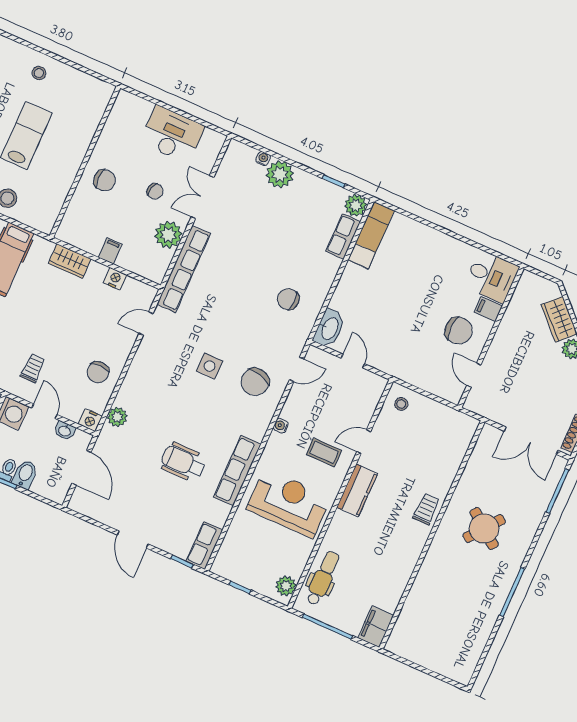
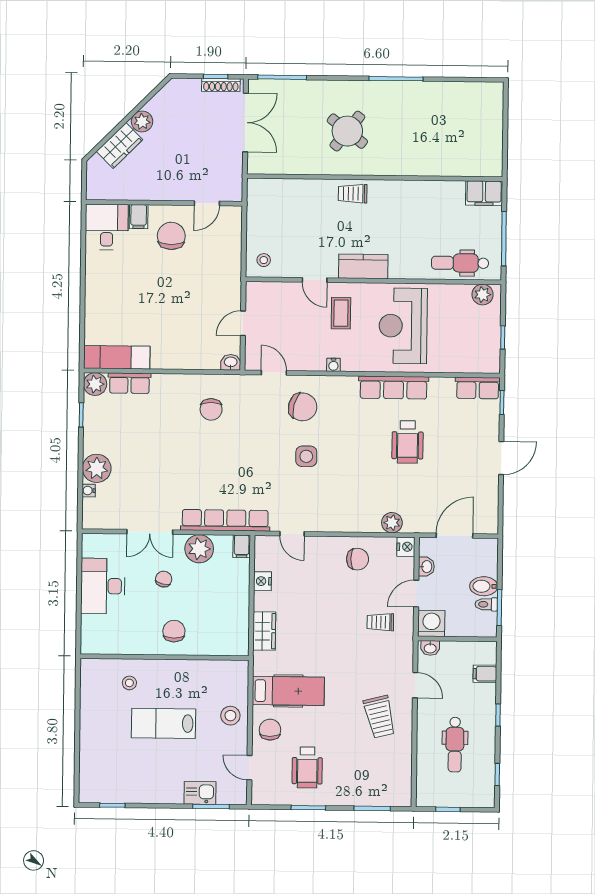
stool: (39, 73) -> (129, 683), moved
filing cabinet: (110, 251) -> (242, 546), moved, turned -90
washbasin: (329, 328) -> (231, 362), width x0.52, depth x0.69

